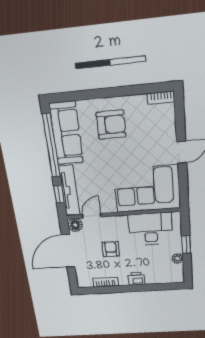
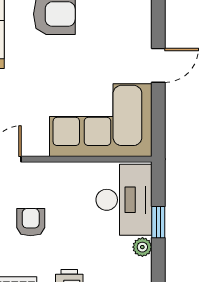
desk: (150, 229) -> (124, 200), moved, turned 90

